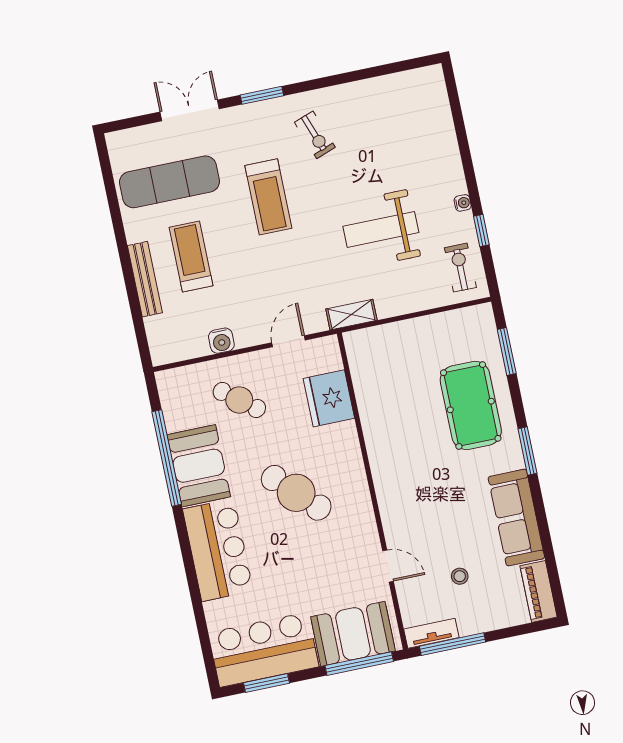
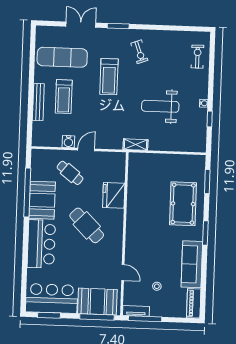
treadmill: (191, 257) -> (64, 97), turned 180
exercise bike: (460, 268) -> (197, 57), moved
door: (289, 341) -> (86, 149), moved
fridge: (329, 398) -> (114, 195), moved

